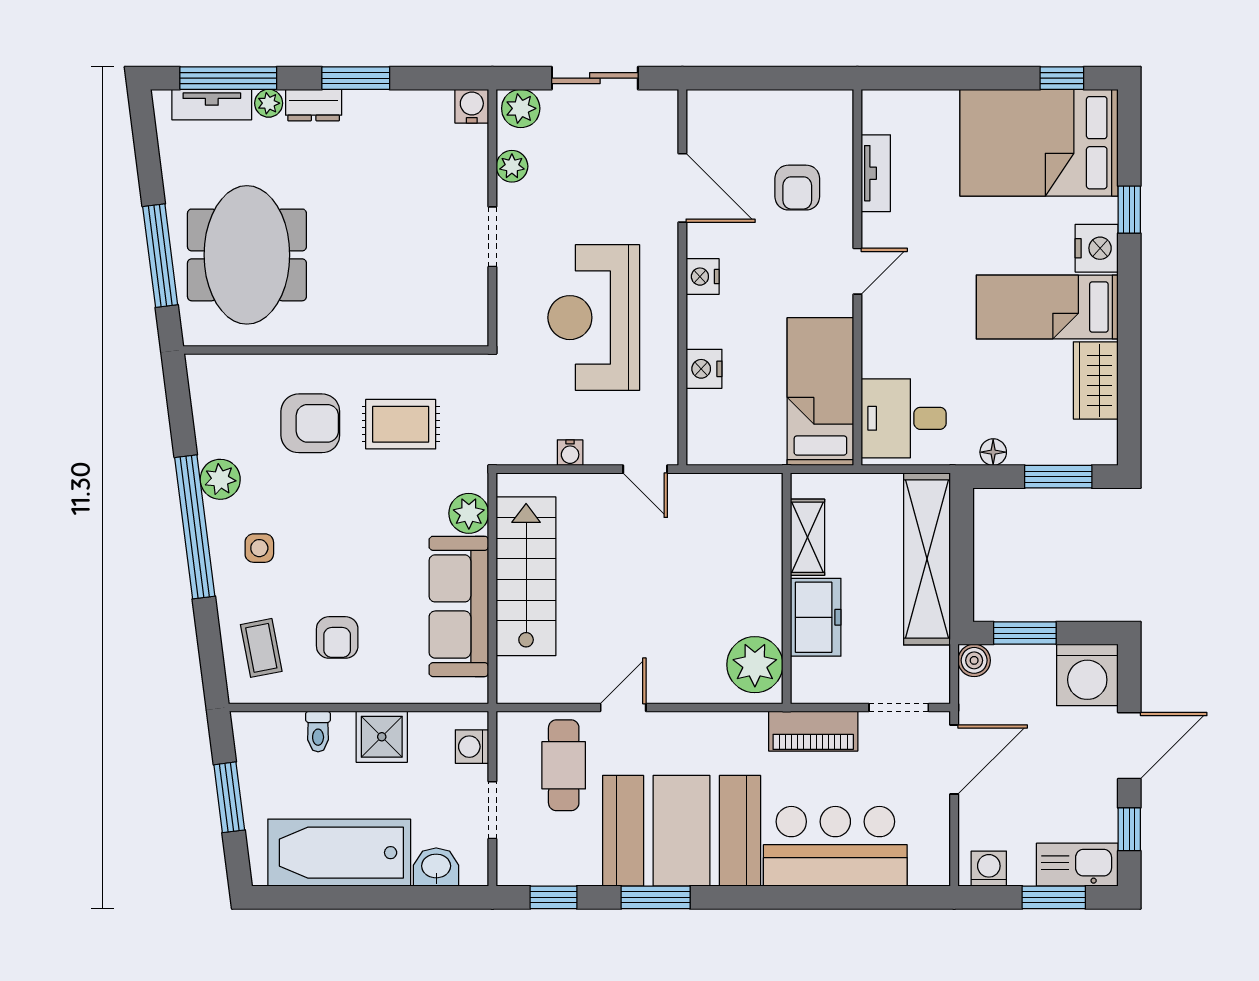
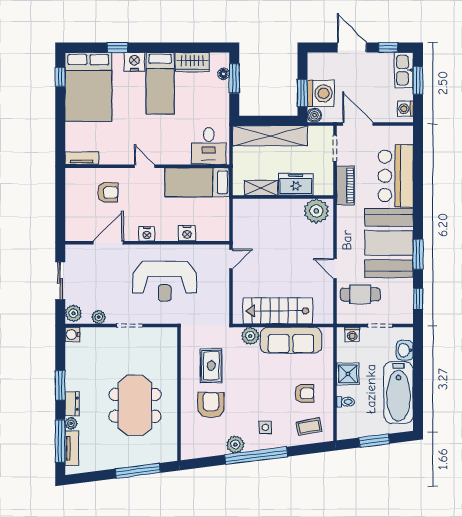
tv unit: (876, 173) -> (82, 158), moved
meeting table: (247, 255) -> (135, 405), moved, turned 90
floor lamp: (993, 452) -> (224, 74), moved
water cooler: (570, 453) -> (224, 292), removed
washing machine: (1087, 675) -> (321, 93), moved

